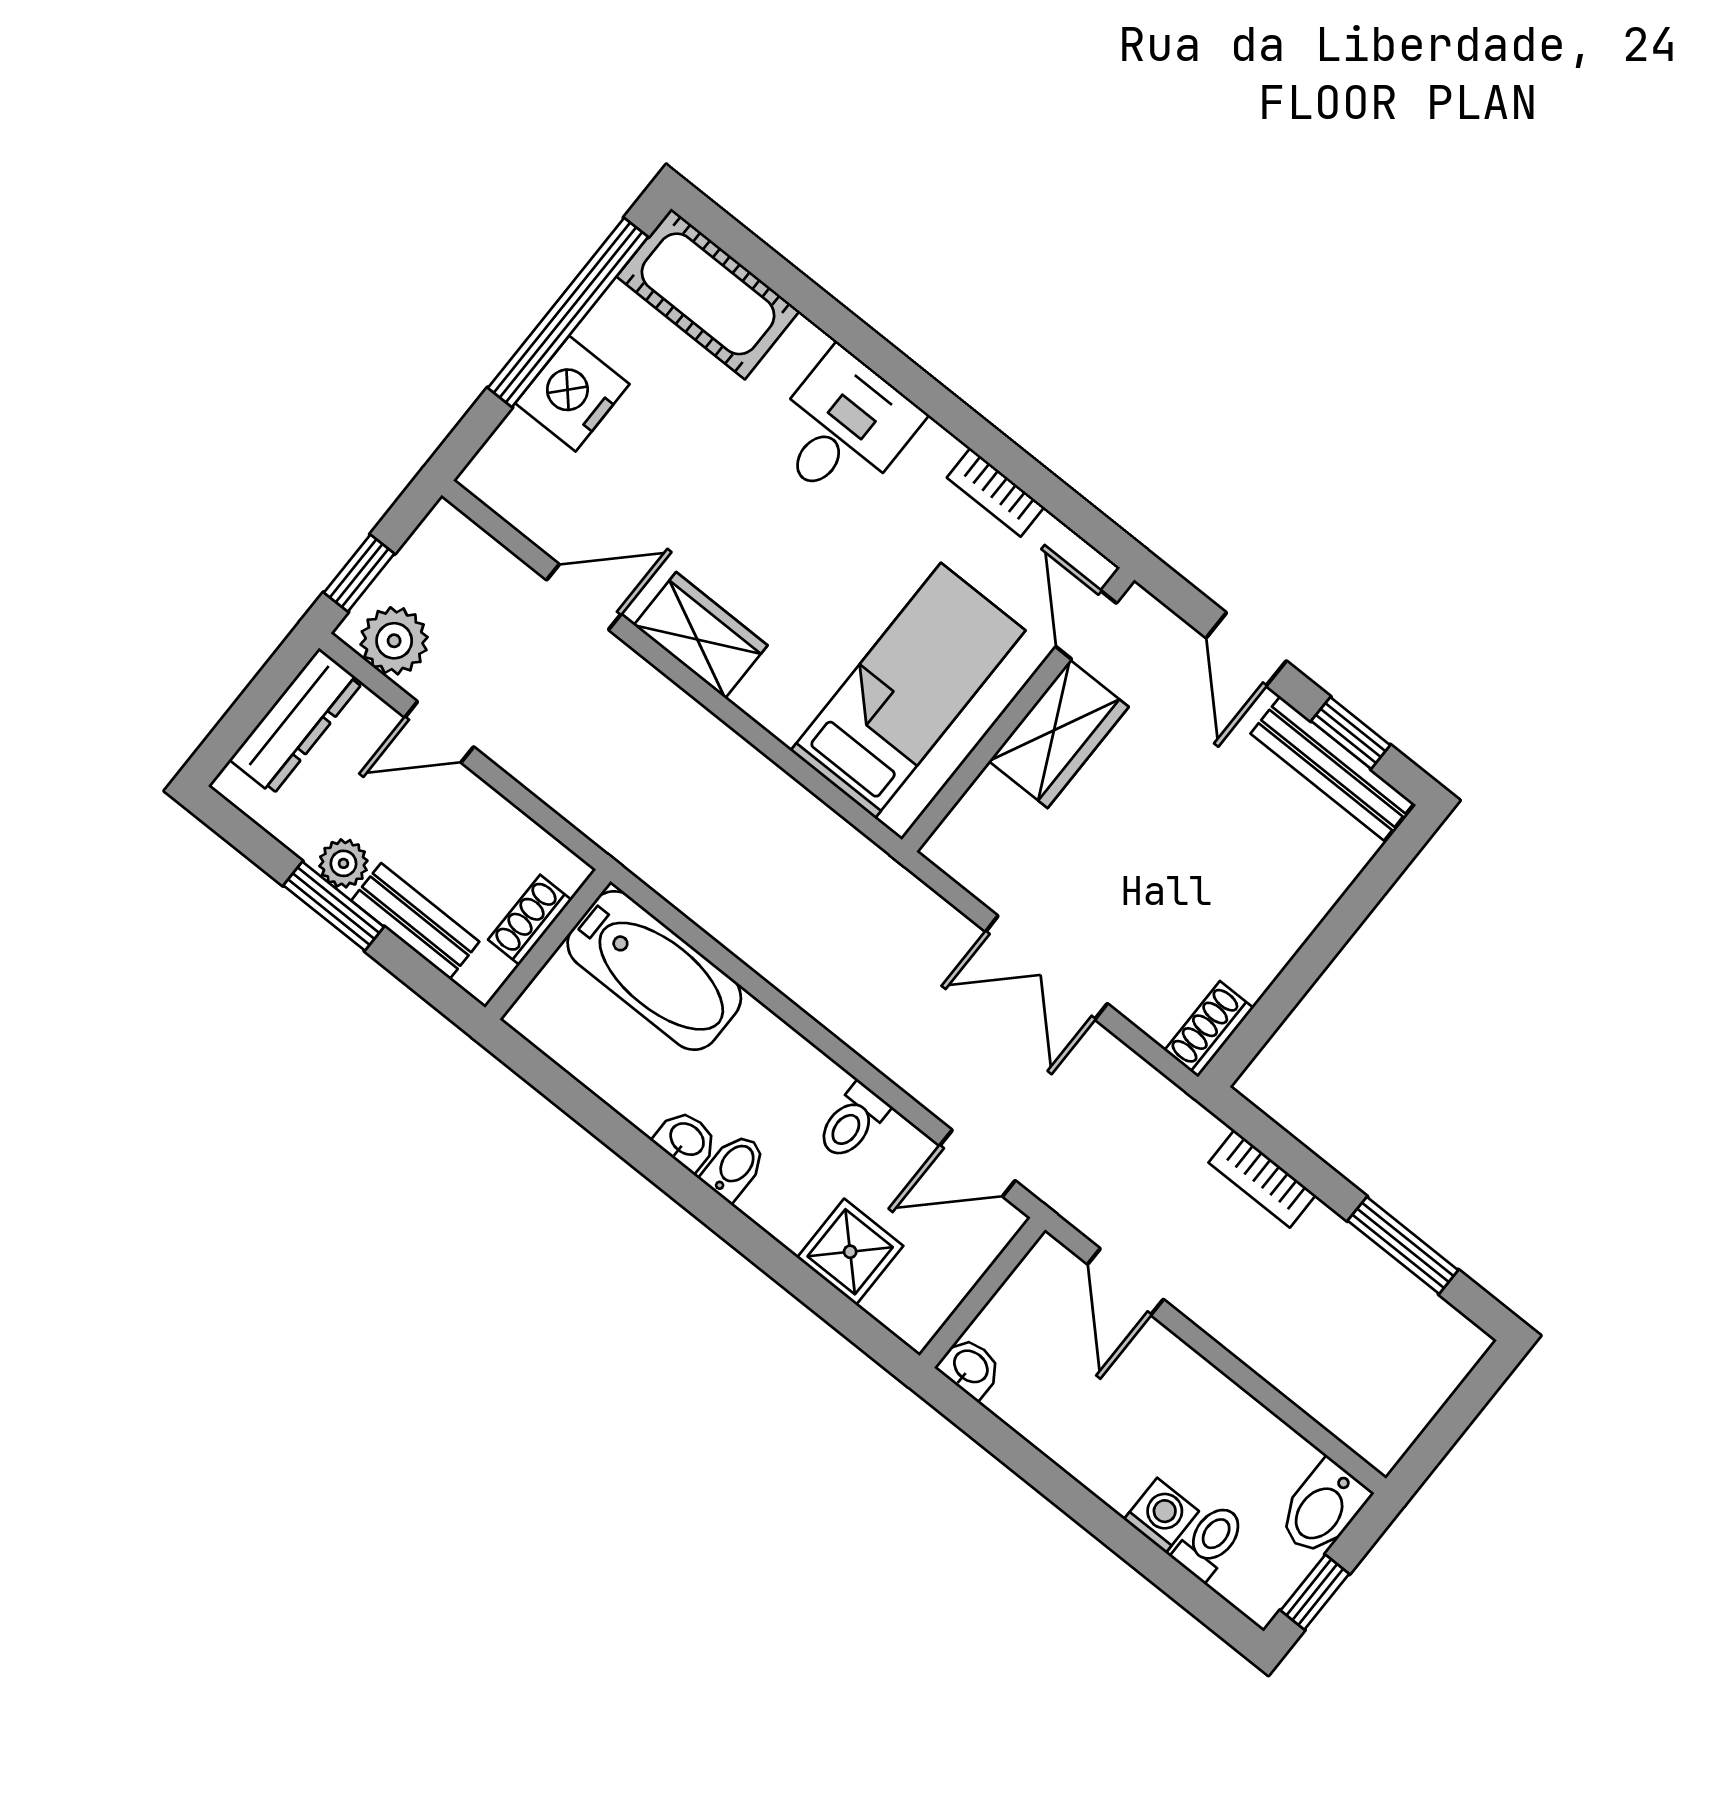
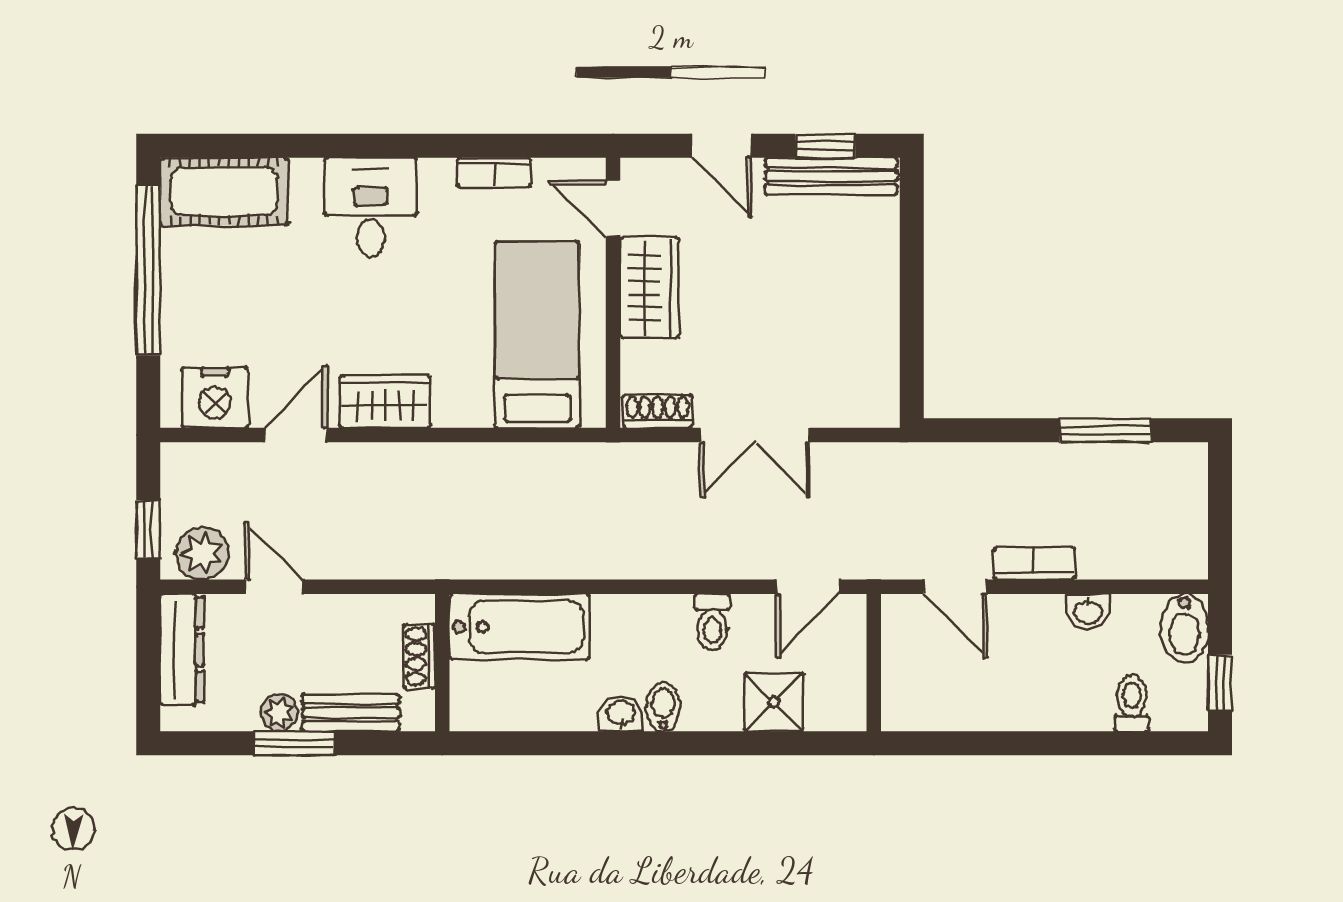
nightstand: (572, 394) -> (215, 398), moved, turned -90
door: (439, 732) -> (274, 587), swing flipped
shoe rack: (1209, 1029) -> (658, 411), moved, turned 90
bookcase: (1262, 1179) -> (1034, 563), moved, turned 180
washbasin: (970, 1367) -> (1088, 611), moved, turned 180
washing machine: (1161, 1515) -> (1090, 711), removed

